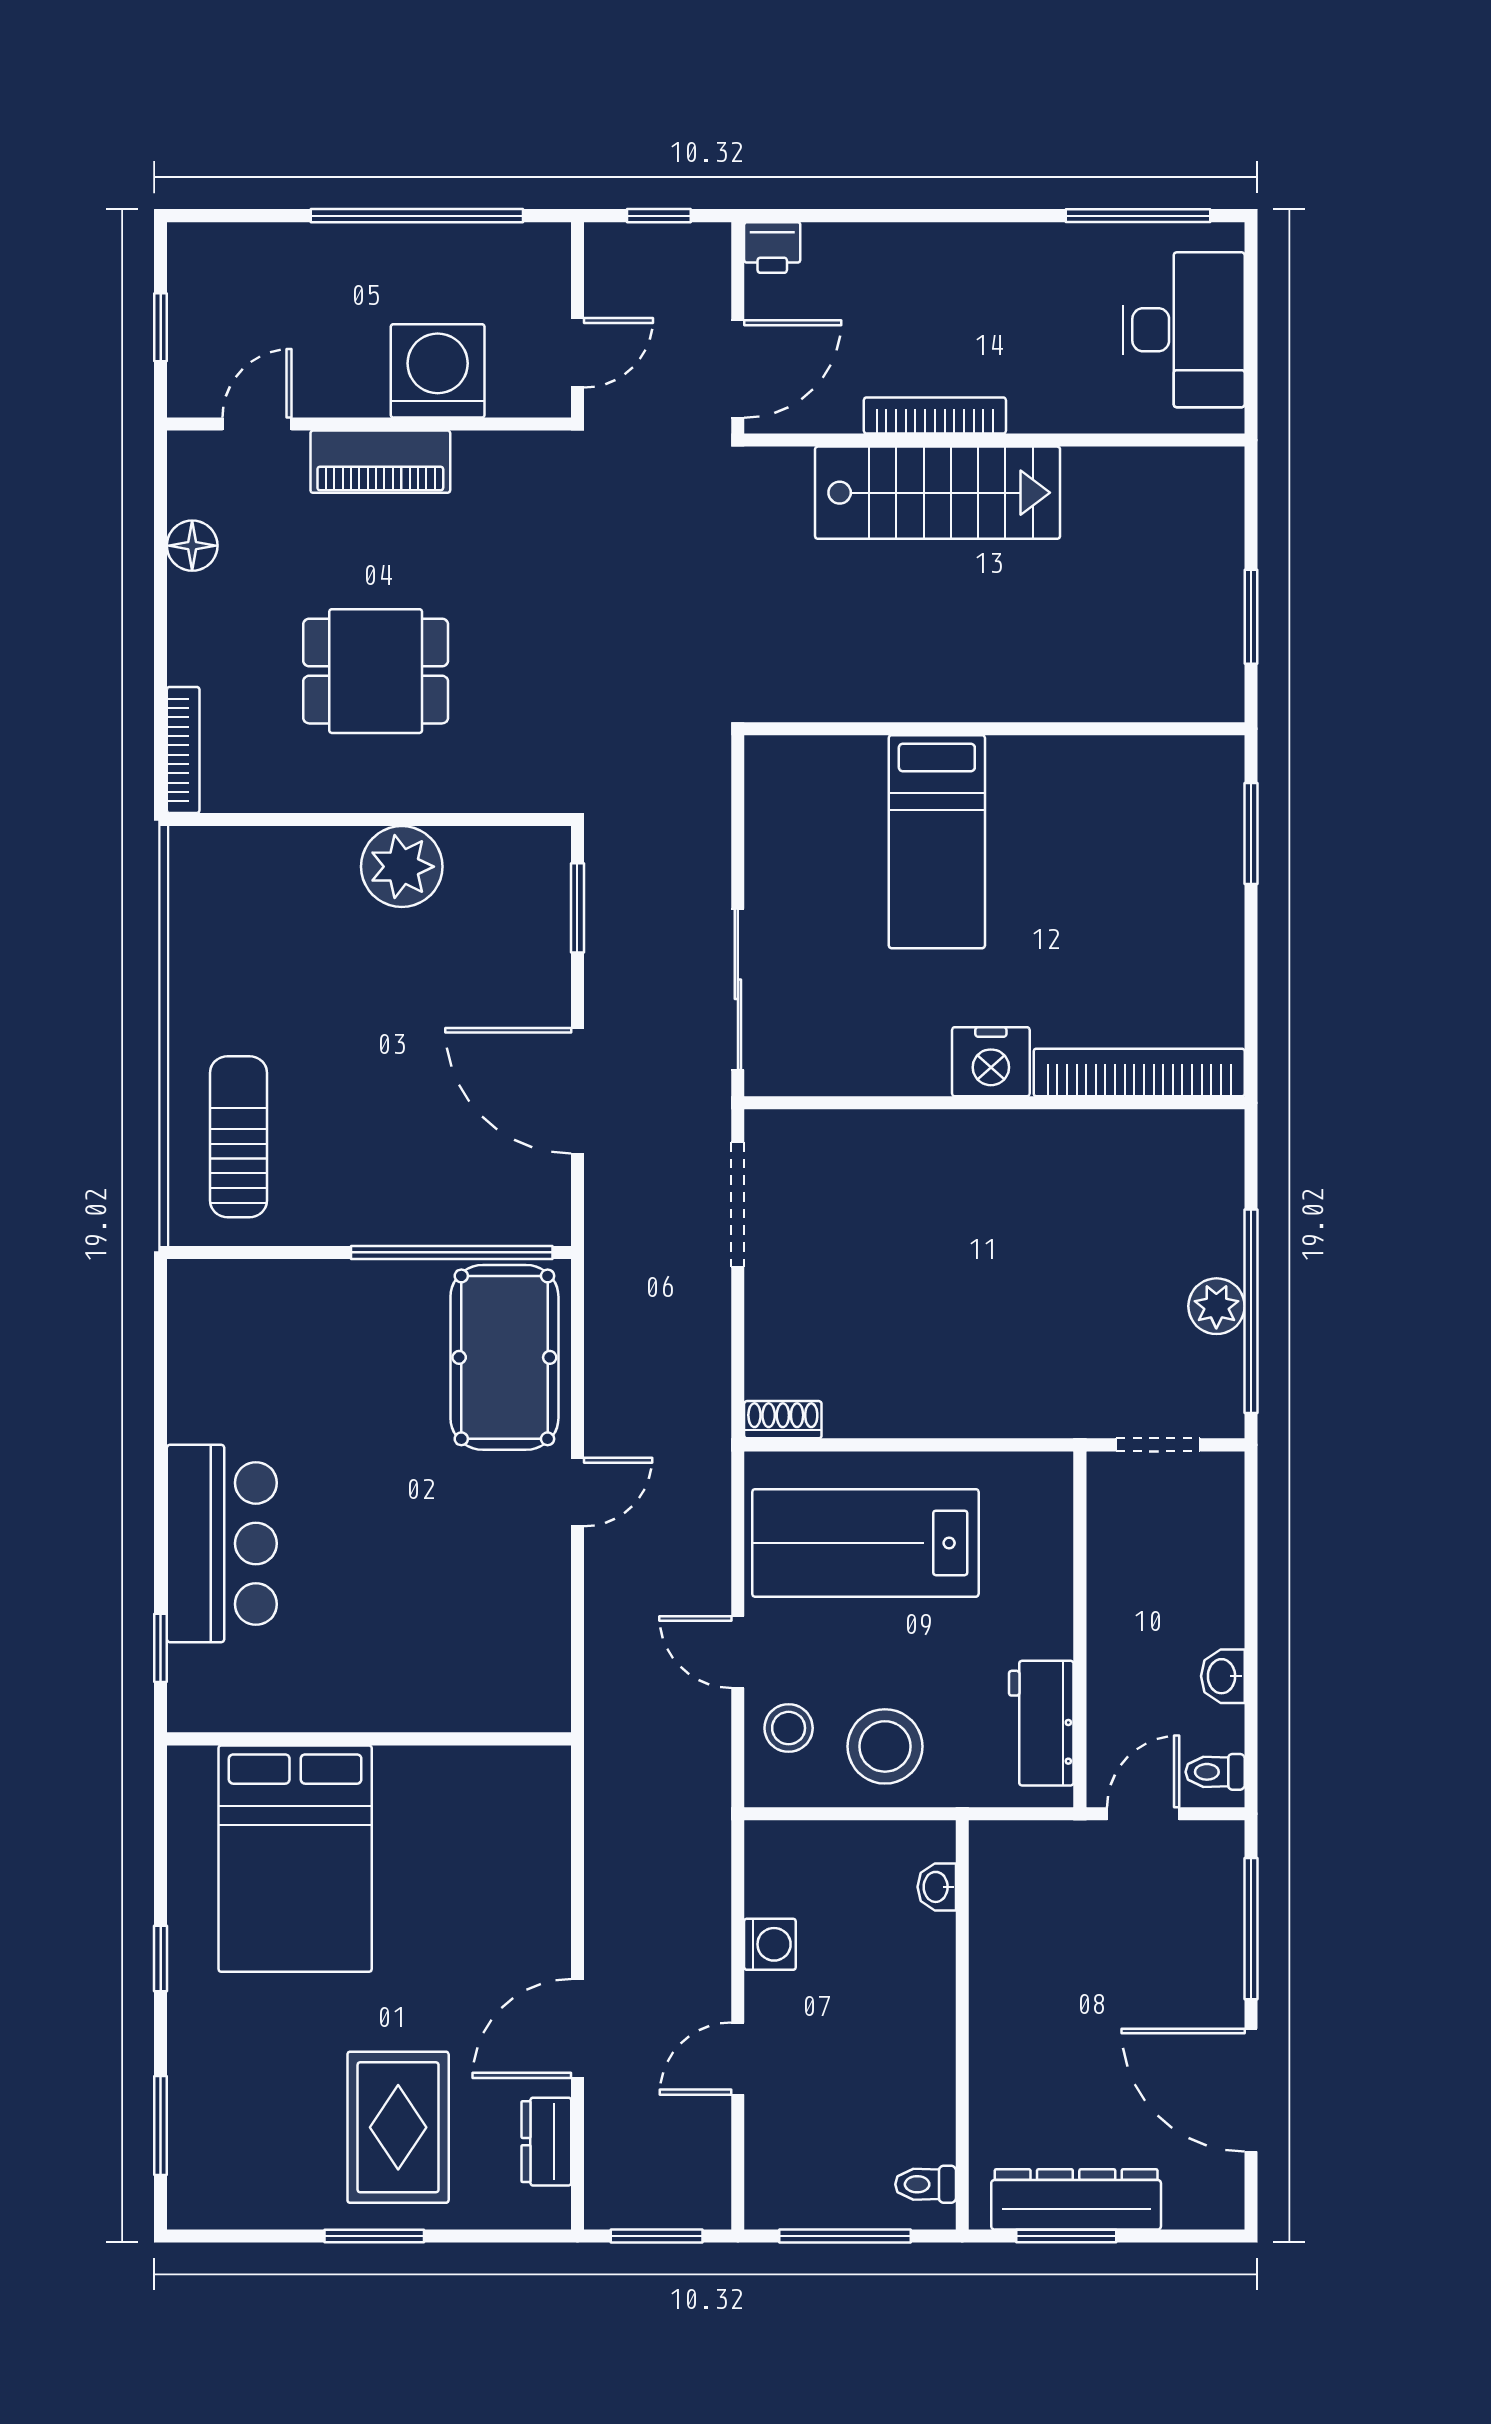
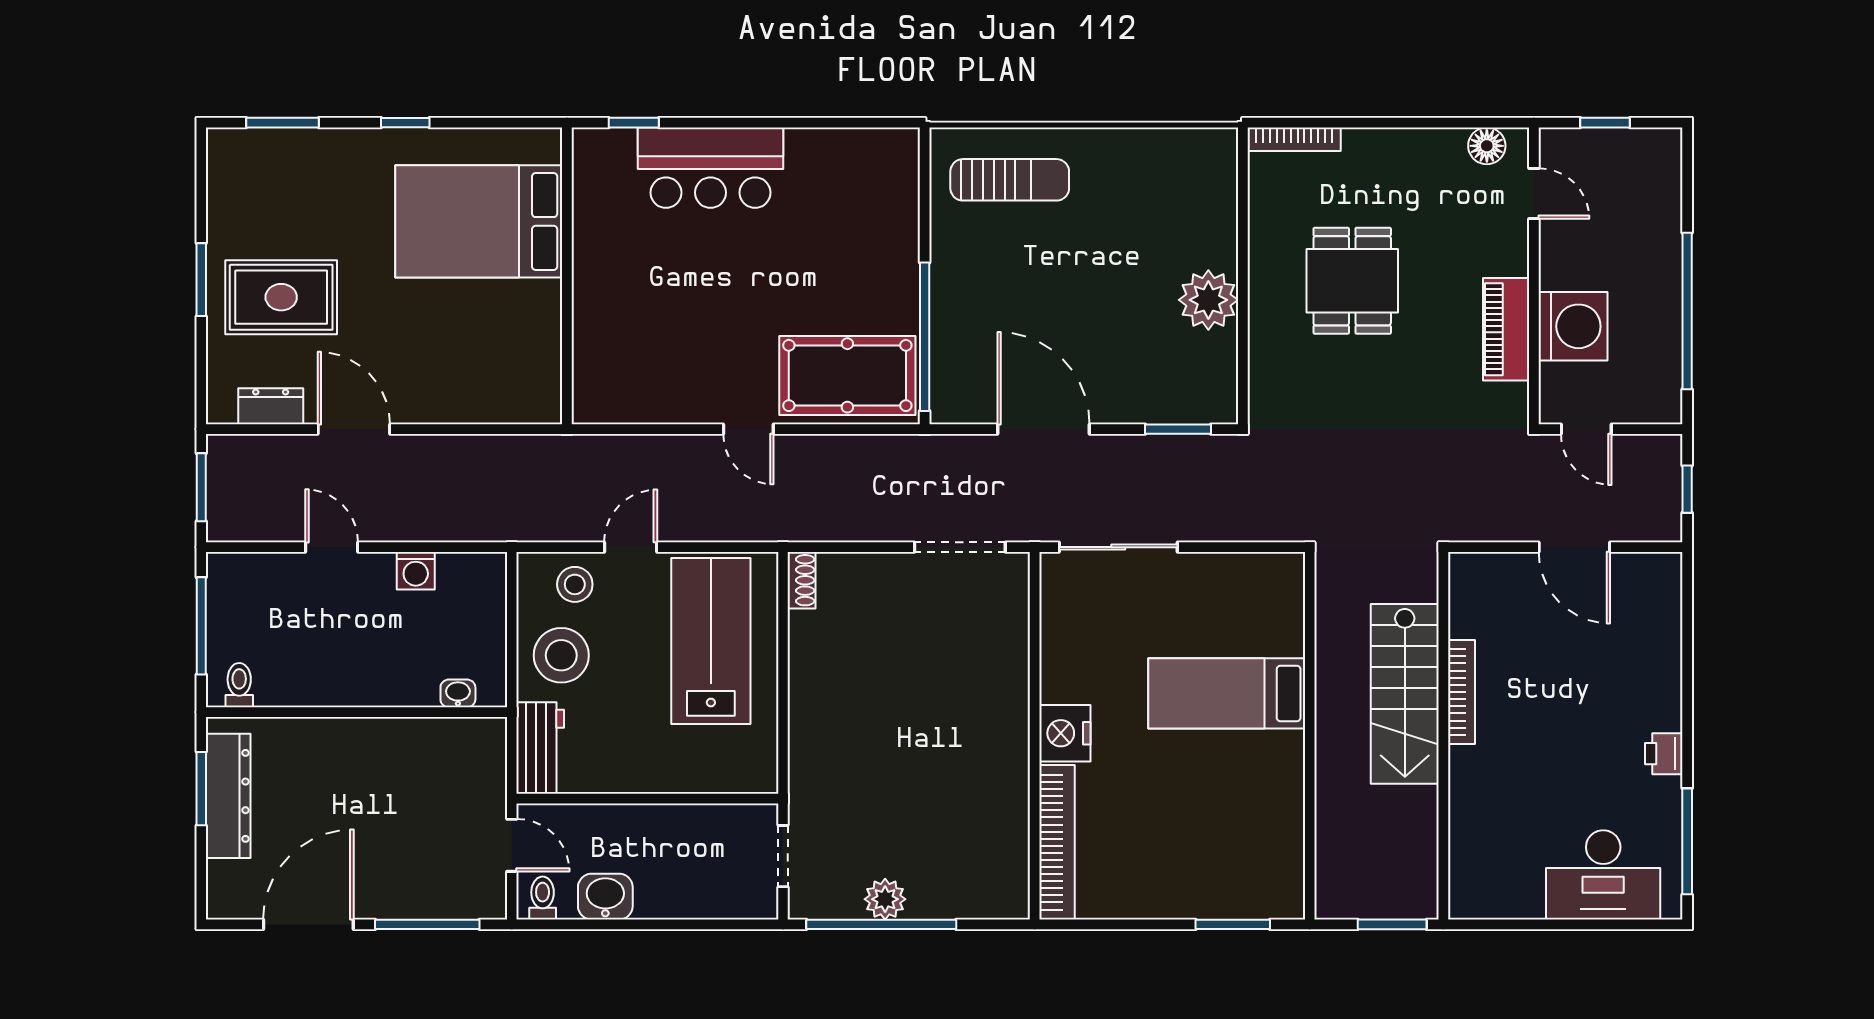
printer: (772, 247) -> (1664, 754), moved
bookcase: (935, 416) -> (1461, 692), moved
wall: (994, 440) -> (1443, 736), moved
piano: (380, 462) -> (1506, 329), moved
stairs: (938, 493) -> (1405, 694), moved
floor lamp: (192, 546) -> (1487, 146), moved
door: (577, 1091) -> (1044, 429), hinge flipped
washbasin: (1223, 1676) -> (605, 897), width x1.38, depth x1.45
workbench: (1041, 1723) -> (540, 748), moved, turned 90

